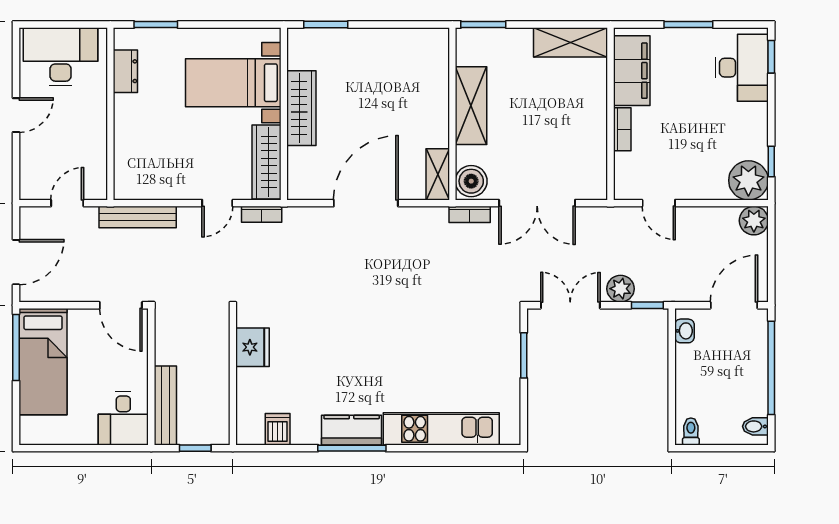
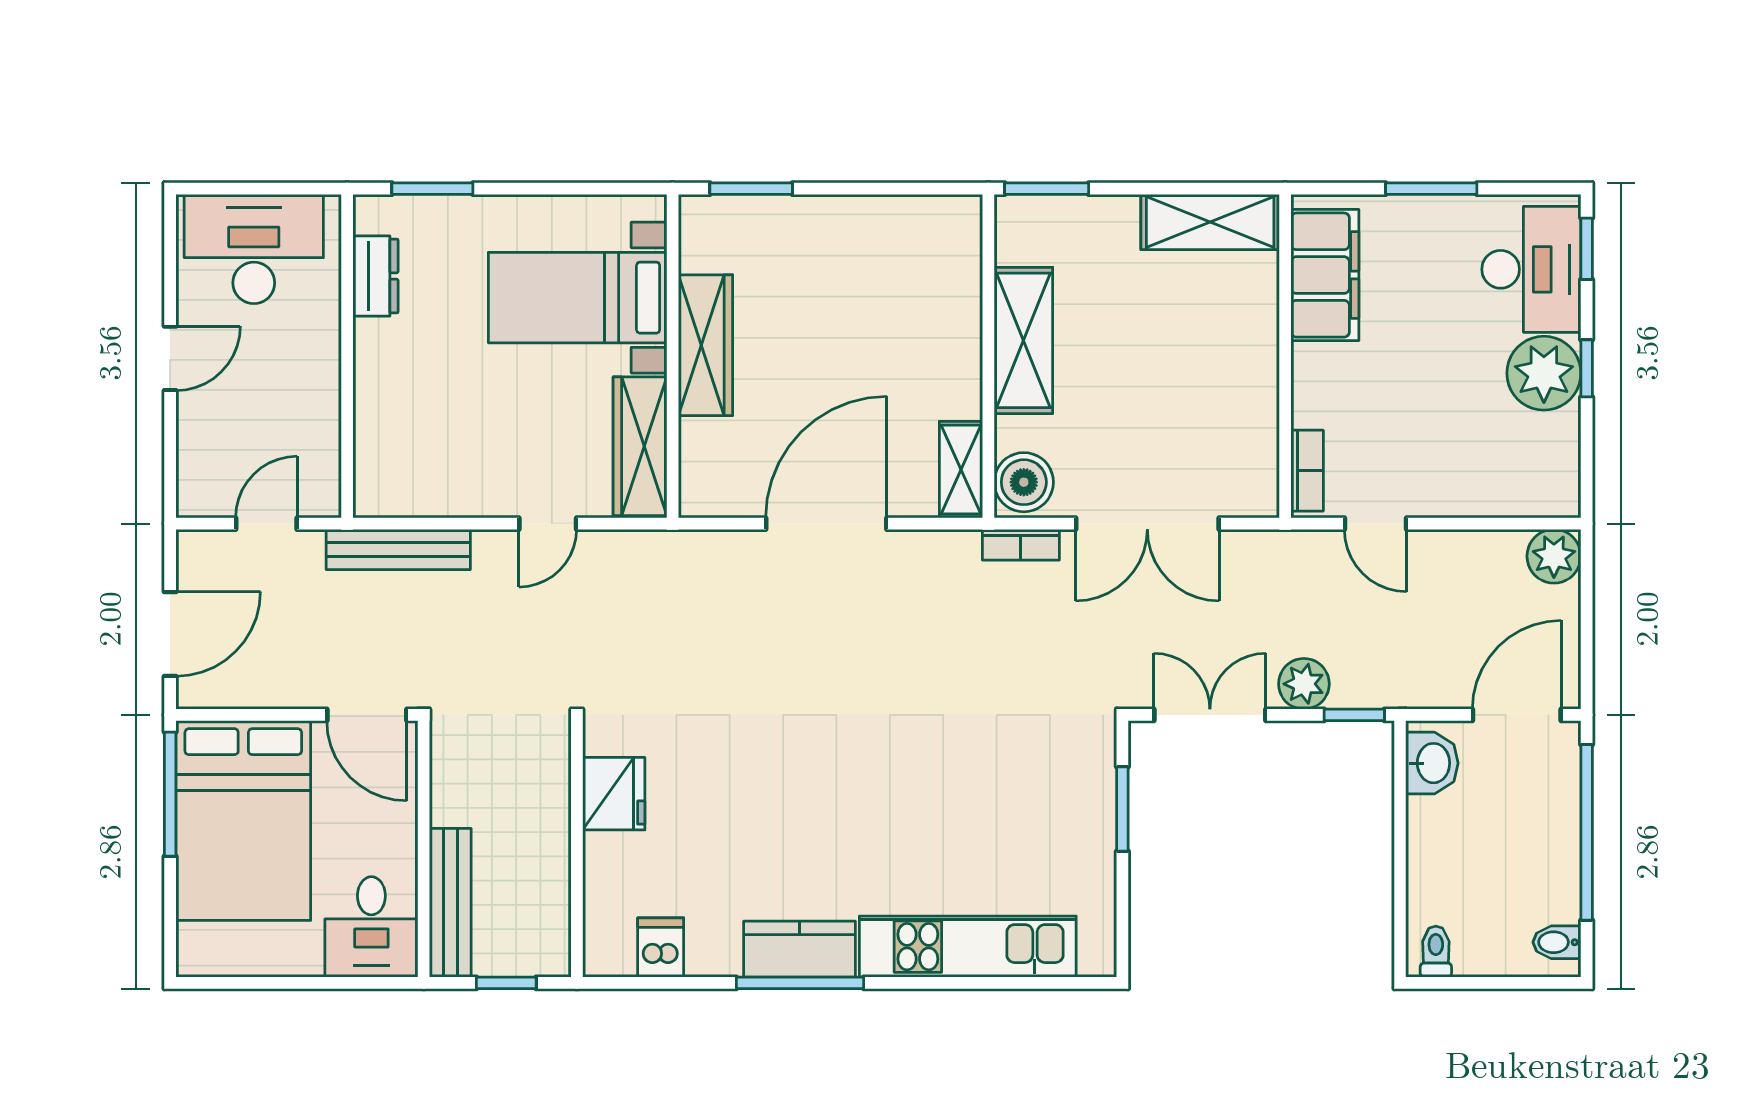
bookcase: (622, 129) -> (1307, 471), moved
window: (771, 161) -> (1587, 368), moved
plant: (748, 180) -> (1544, 373), moved
bookcase: (262, 214) -> (631, 544), removed
washbasin: (684, 331) -> (1432, 763), width x1.38, depth x1.45
bed: (43, 362) -> (243, 821), width x1.50

